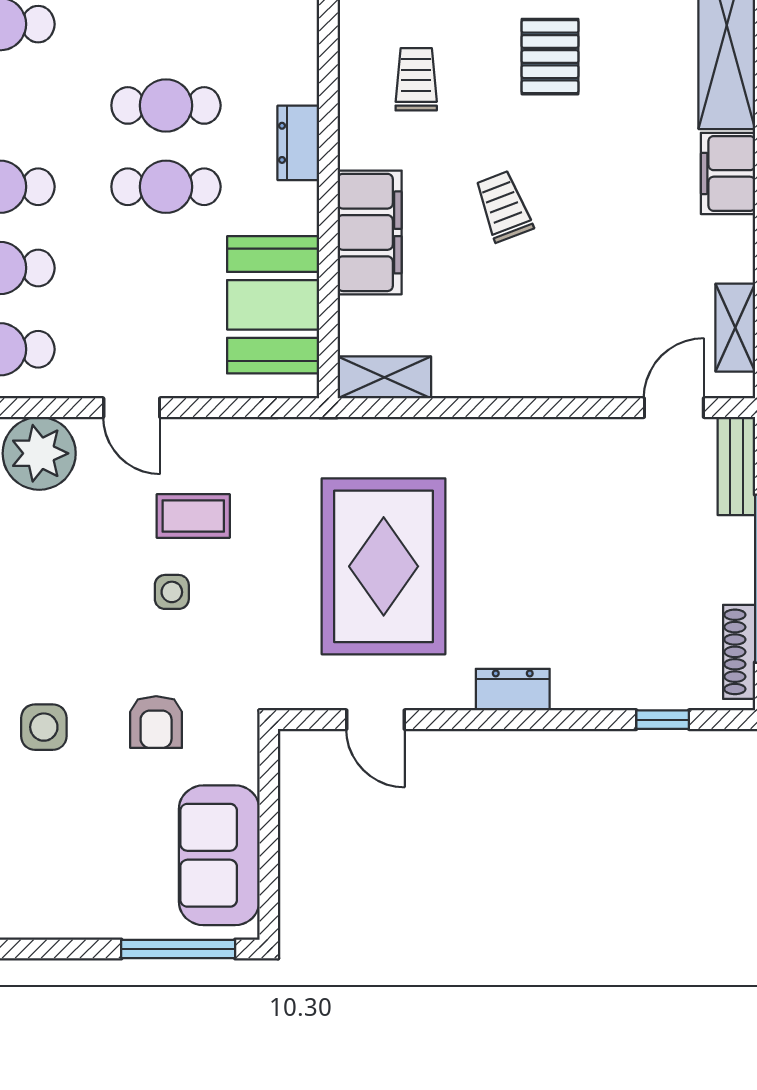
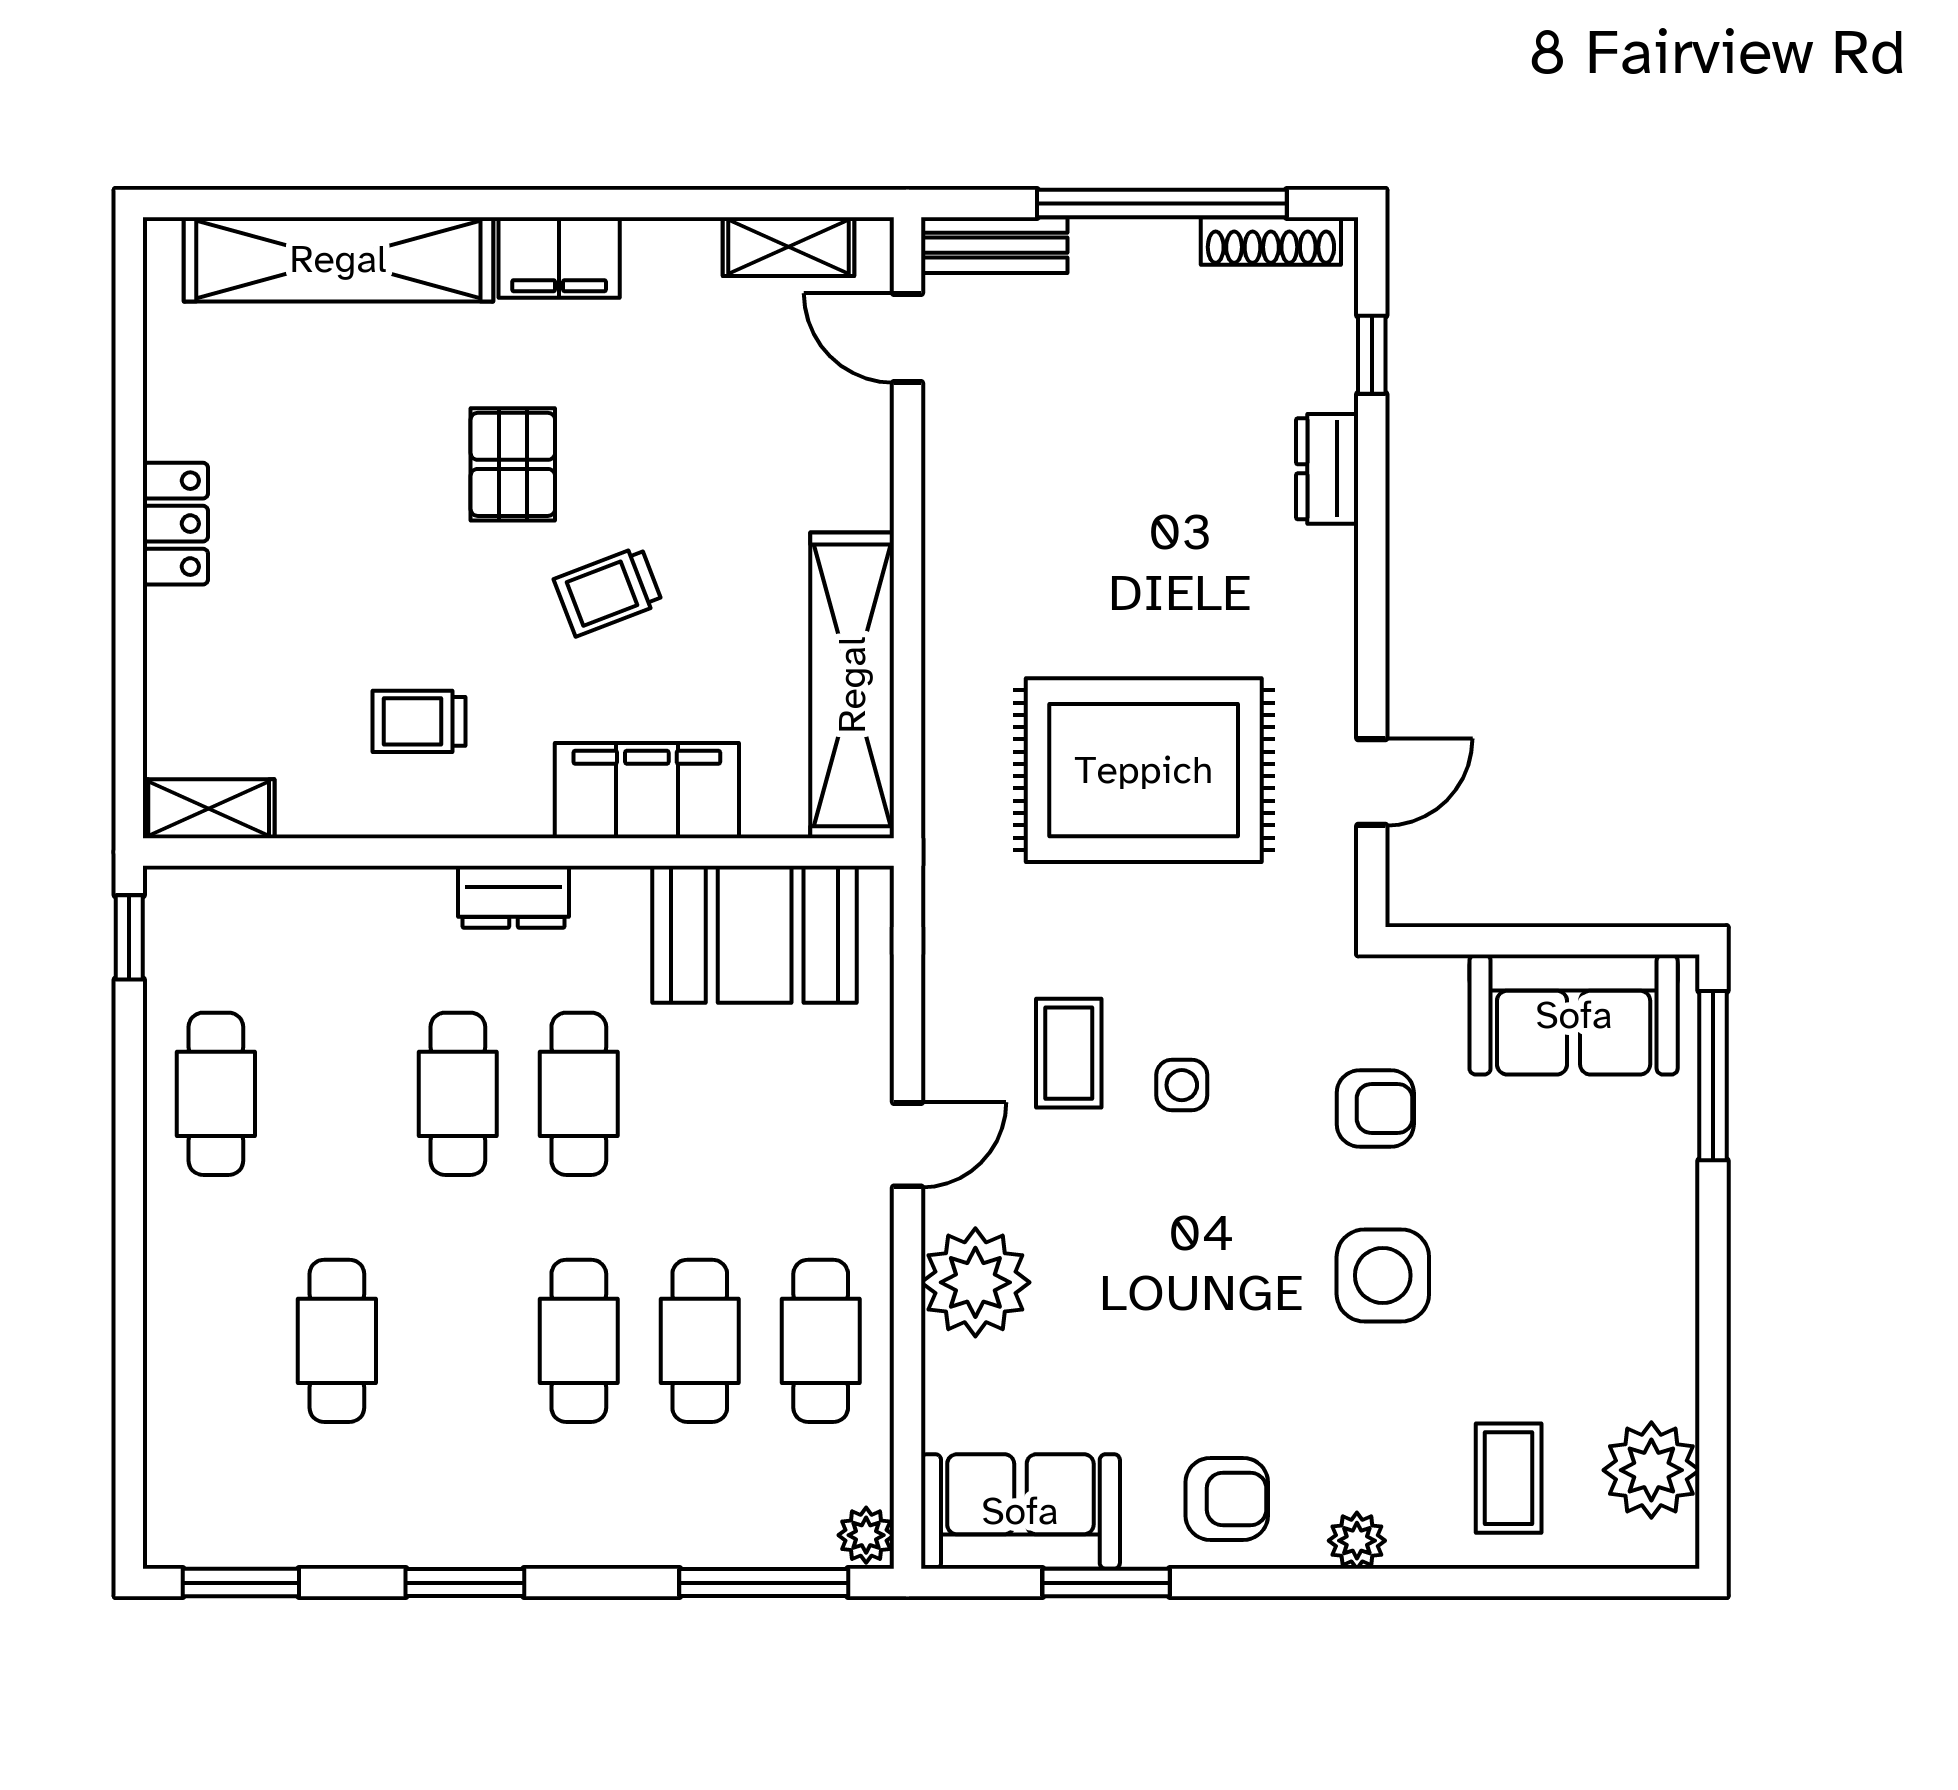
pallet: (550, 57) -> (513, 464), moved, turned 90
shelving: (384, 377) -> (852, 685), width x2.20, depth x1.33
dresser: (513, 690) -> (1327, 469), moved
side table: (44, 727) -> (1383, 1275), width x1.37, depth x1.37

